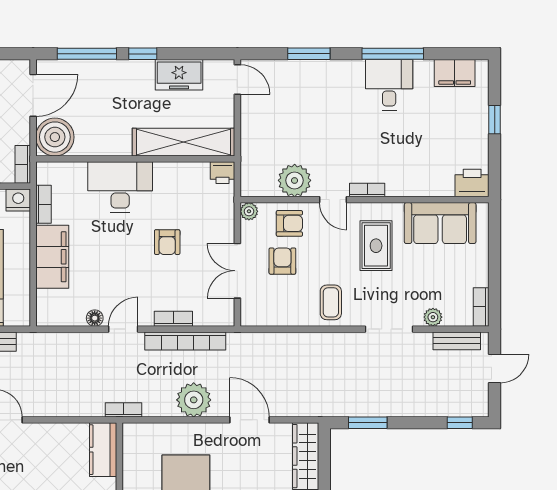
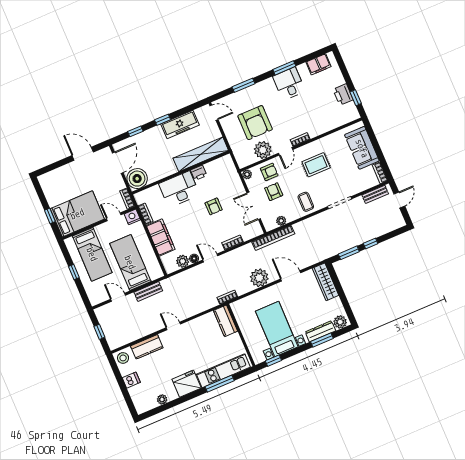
window: (87, 54) -> (135, 131), width x0.46
window: (393, 54) -> (284, 68), width x0.69
freezer: (179, 75) -> (180, 124), width x1.40
window: (495, 120) -> (356, 98), moved
armchair: (301, 127) -> (255, 123), added
printer: (222, 173) -> (199, 173), moved
printer: (472, 183) -> (343, 94), moved, turned -90
door: (333, 200) -> (286, 151), hinge flipped
sofa: (440, 223) -> (362, 148), moved, turned 90
rug: (376, 246) -> (316, 165), turned 90
plant: (73, 314) -> (183, 261), added
plant: (433, 317) -> (281, 221), moved
door: (123, 329) -> (210, 258), hinge flipped
bookcase: (185, 341) -> (273, 238), moved
window: (460, 423) -> (371, 243), moved

